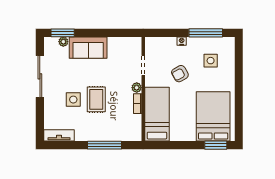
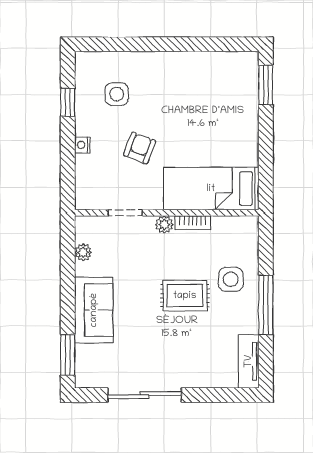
window: (206, 33) -> (68, 102), width x0.46
plant: (63, 42) -> (83, 252), moved
armchair: (180, 74) -> (140, 148), turned -130
side table: (73, 100) -> (231, 279), moved
bed: (213, 116) -> (215, 90), removed
window: (104, 145) -> (266, 305), moved

